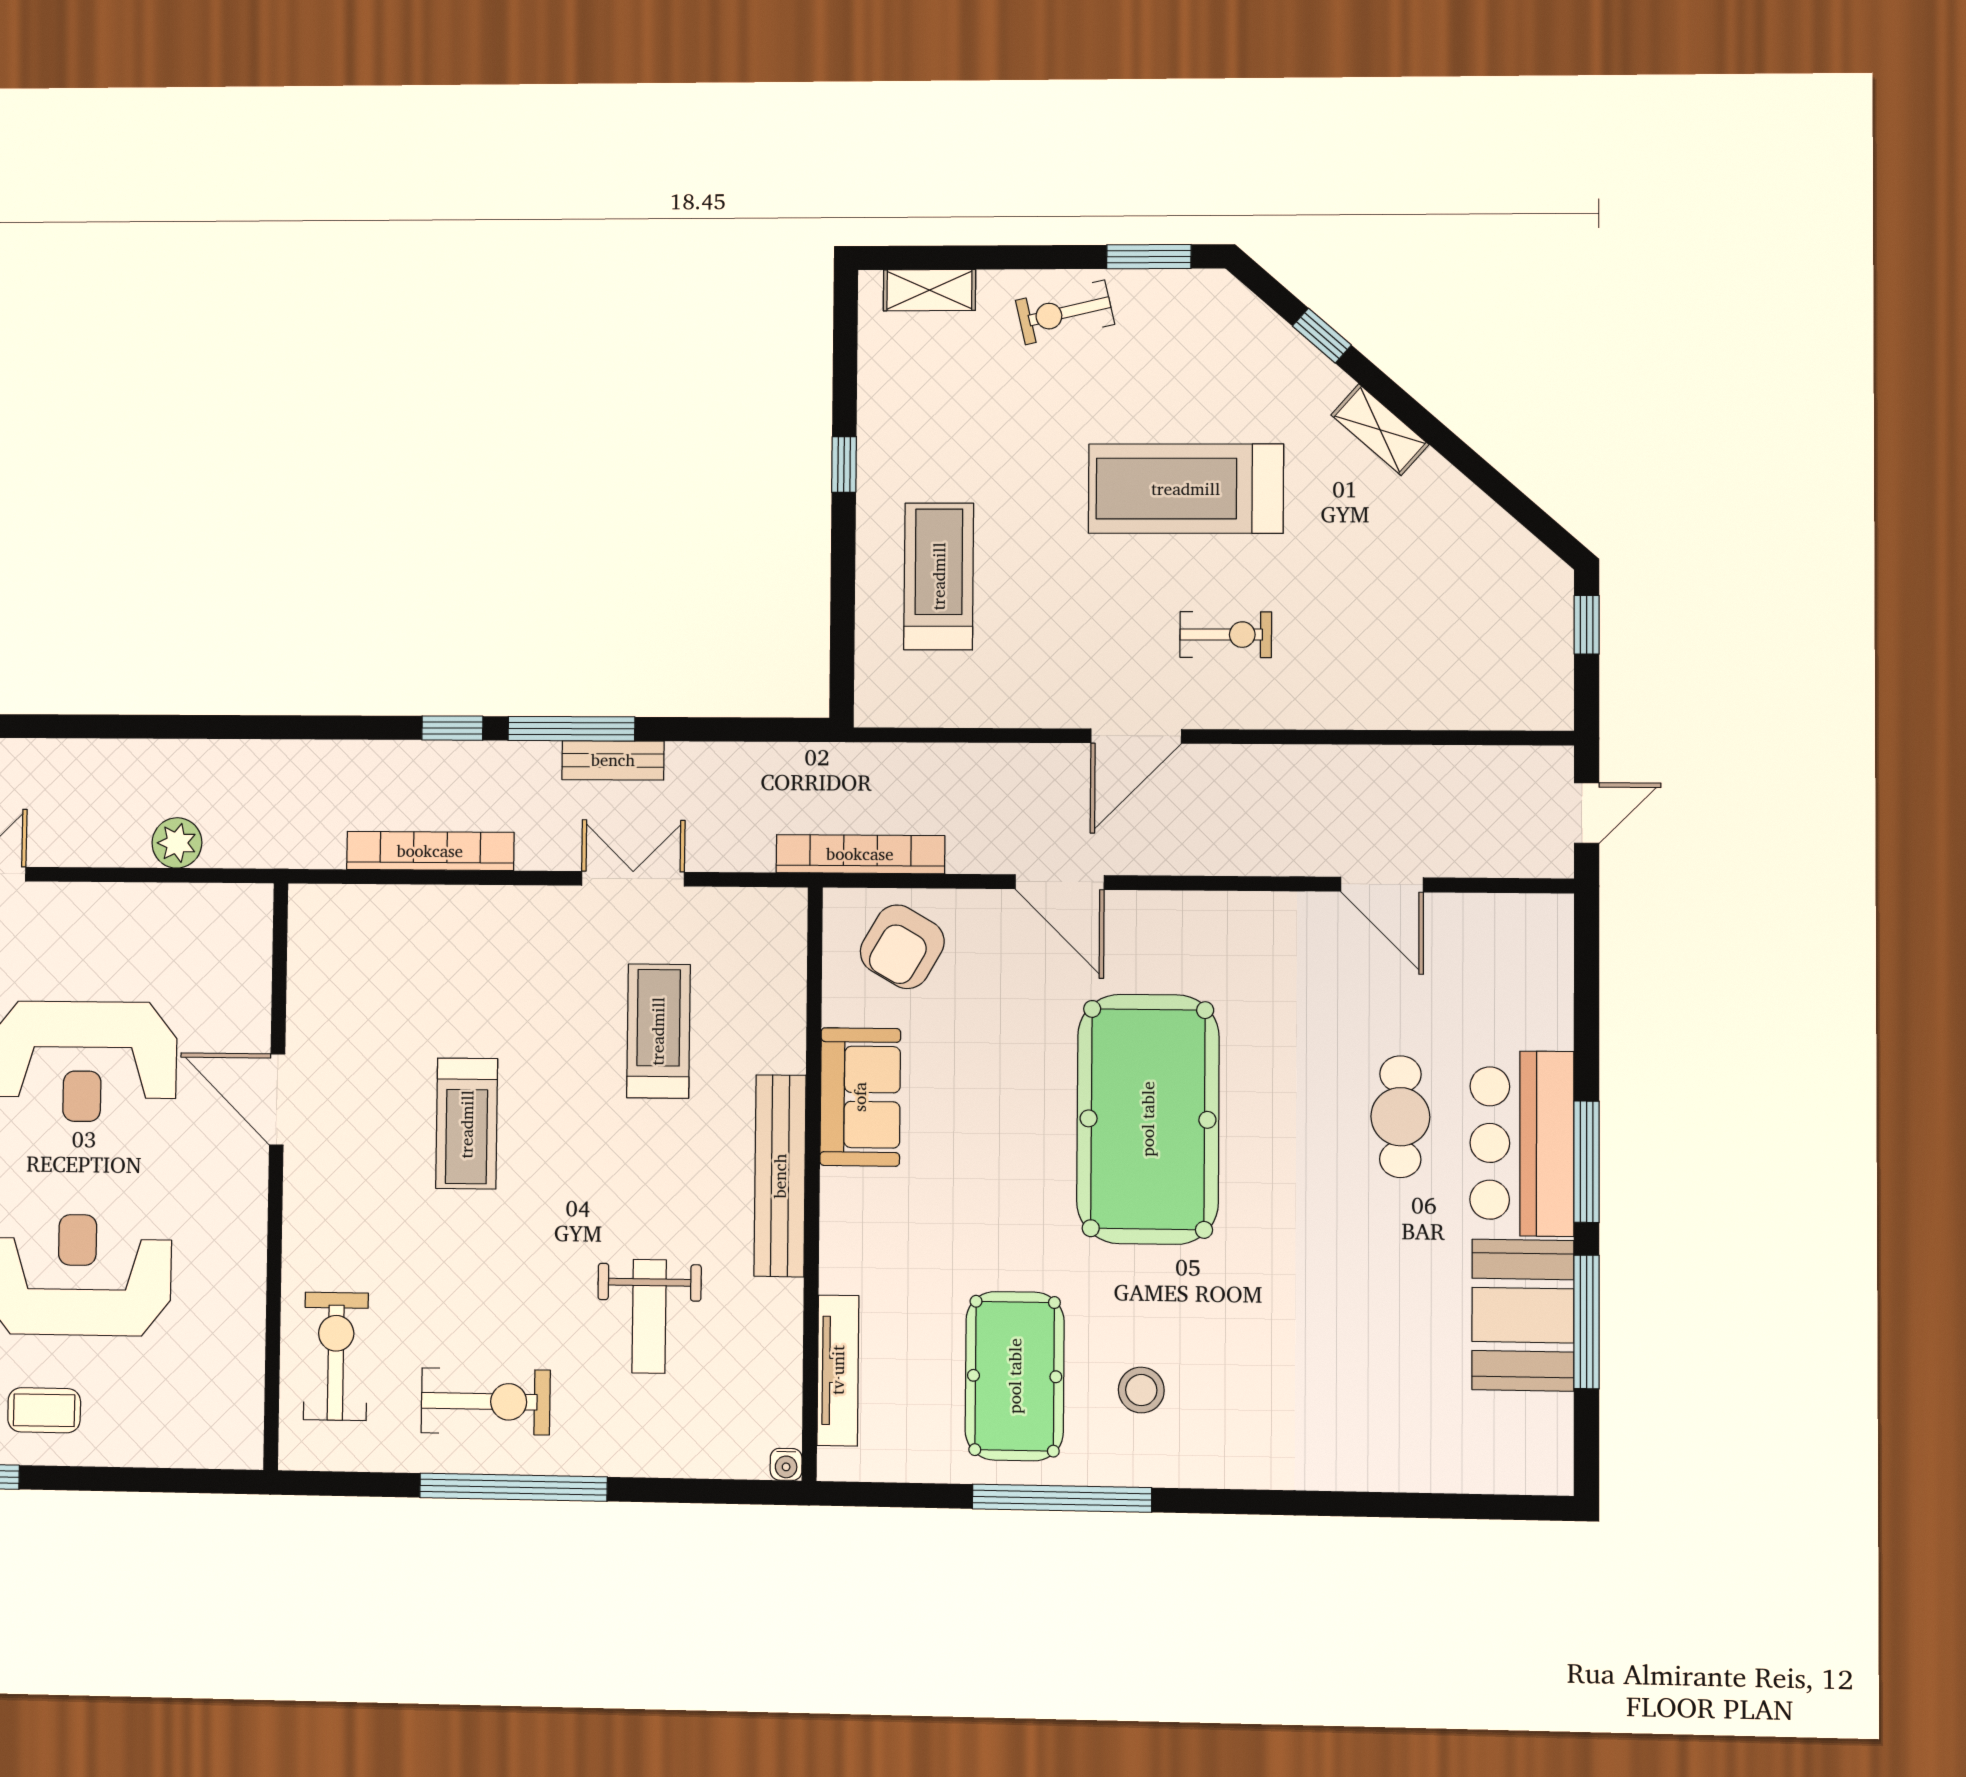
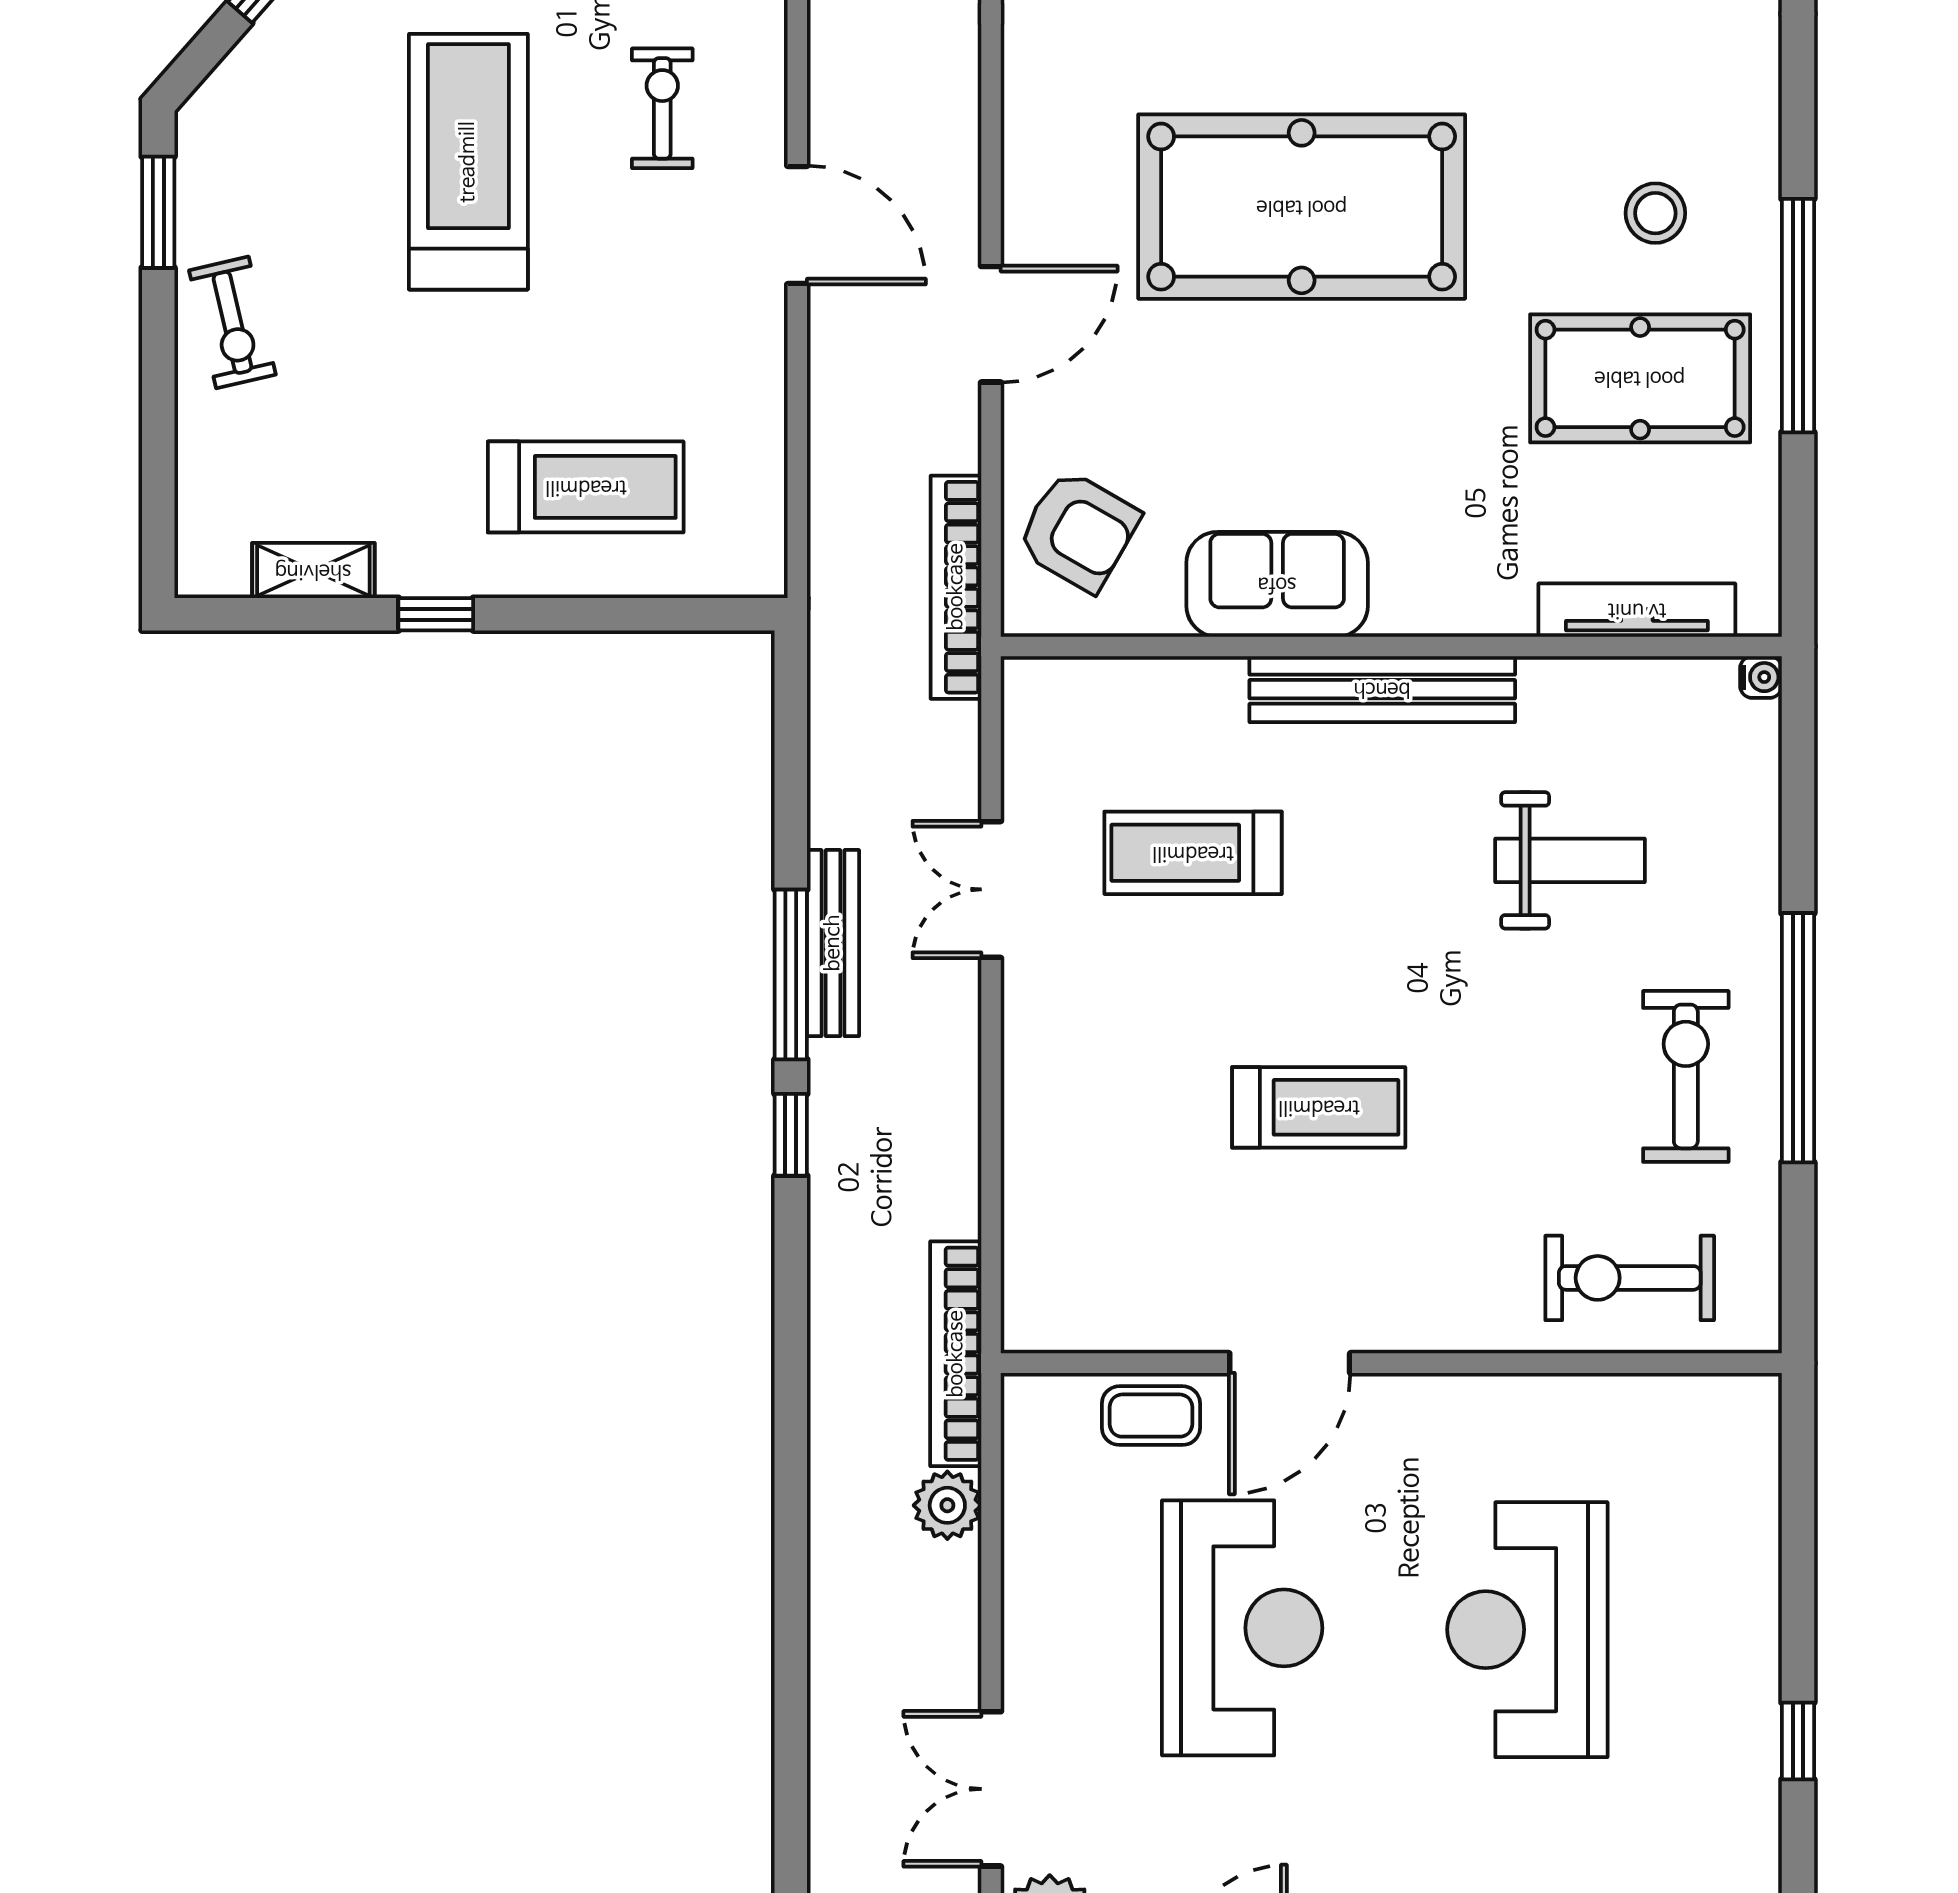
shelving: (929, 290) -> (313, 571), moved, turned 90
treadmill: (1186, 489) -> (468, 162), turned 180
treadmill: (939, 576) -> (586, 487), turned 180
bench: (613, 760) -> (833, 943), width x1.36
bookcase: (430, 851) -> (956, 1354), moved
coffee table: (44, 1410) -> (1151, 1416), moved, turned 90

